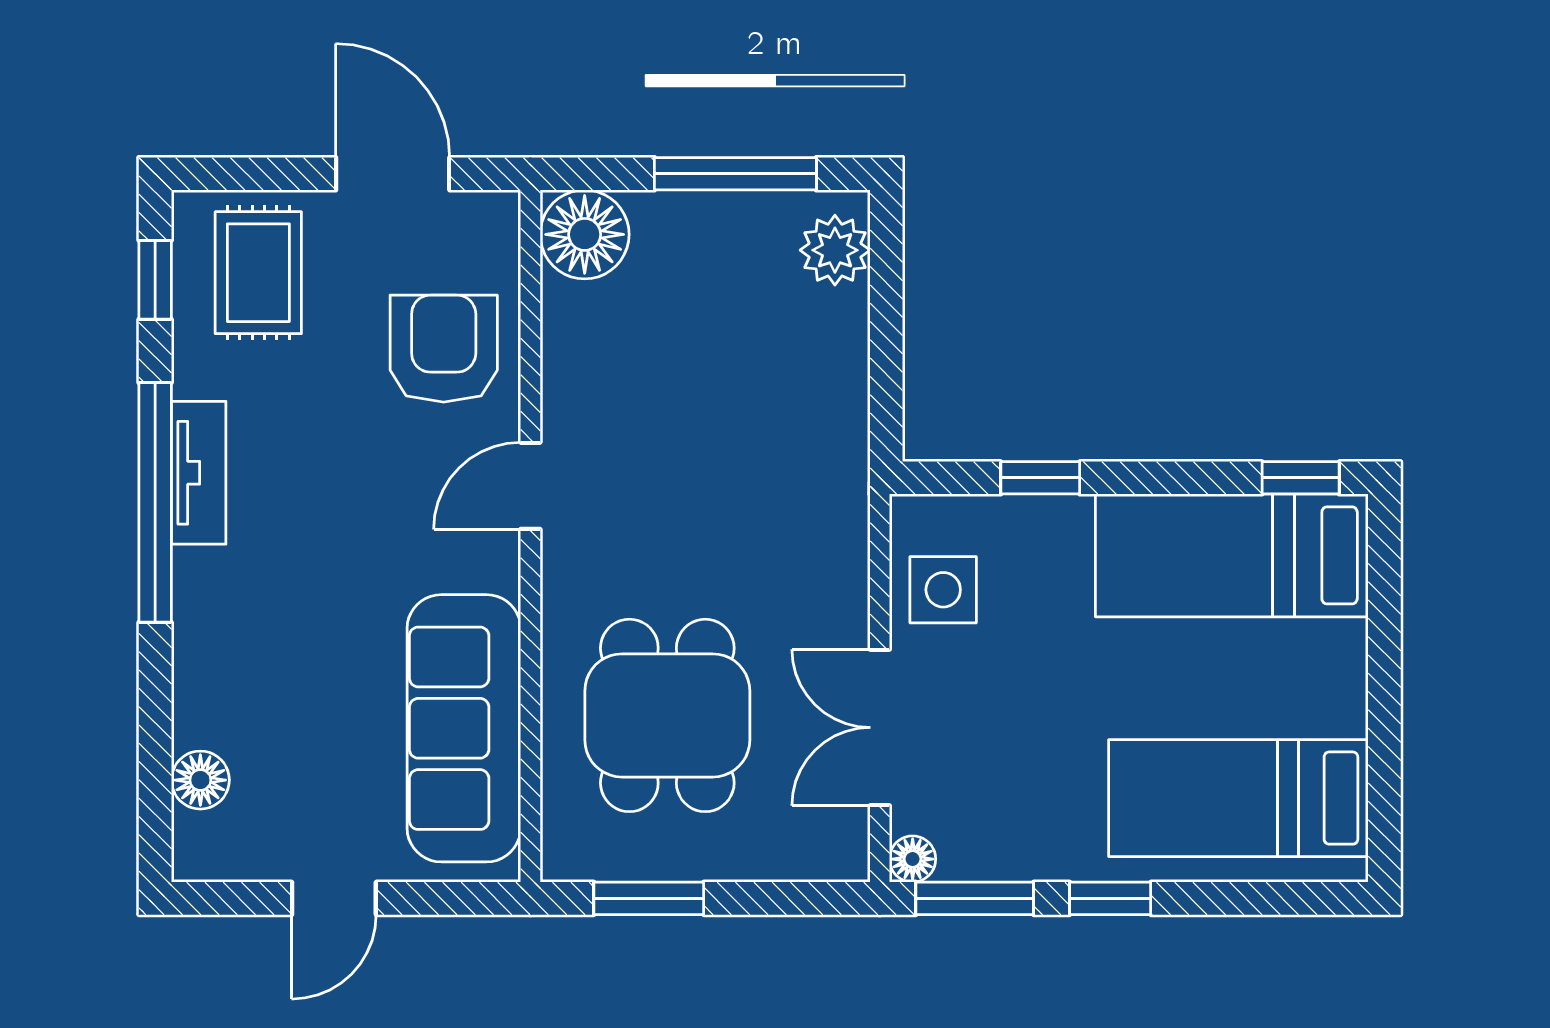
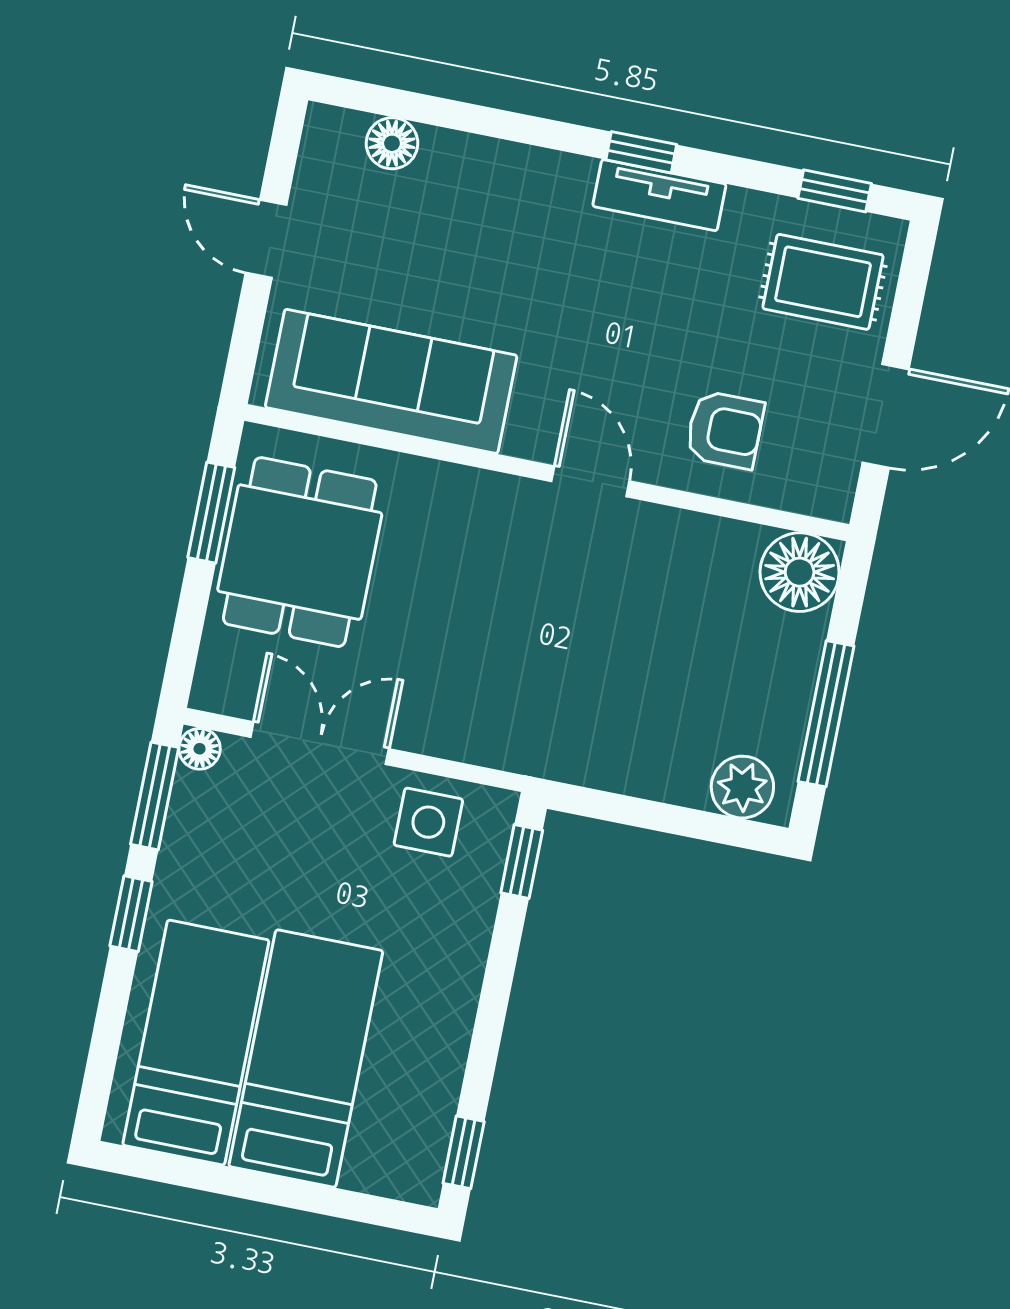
armchair: (444, 349) -> (725, 430), width x0.72, depth x0.72
window: (1040, 478) -> (522, 861), moved
window: (155, 502) -> (641, 152), width x0.32
bed: (1232, 555) -> (306, 1059), moved
dining table: (667, 715) -> (300, 552), moved, turned 90

